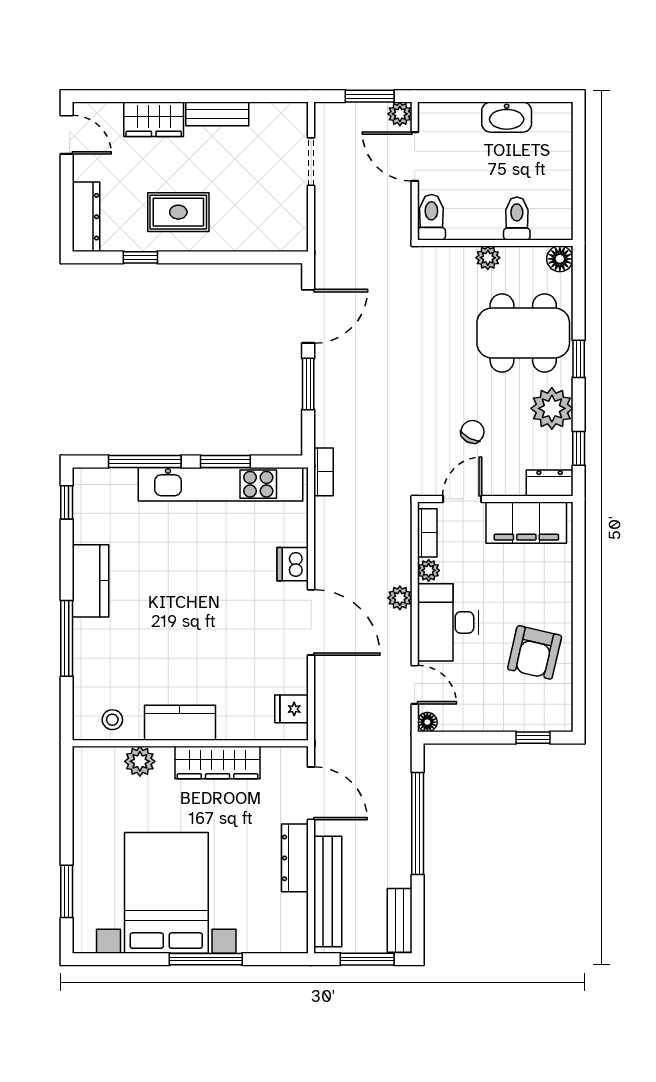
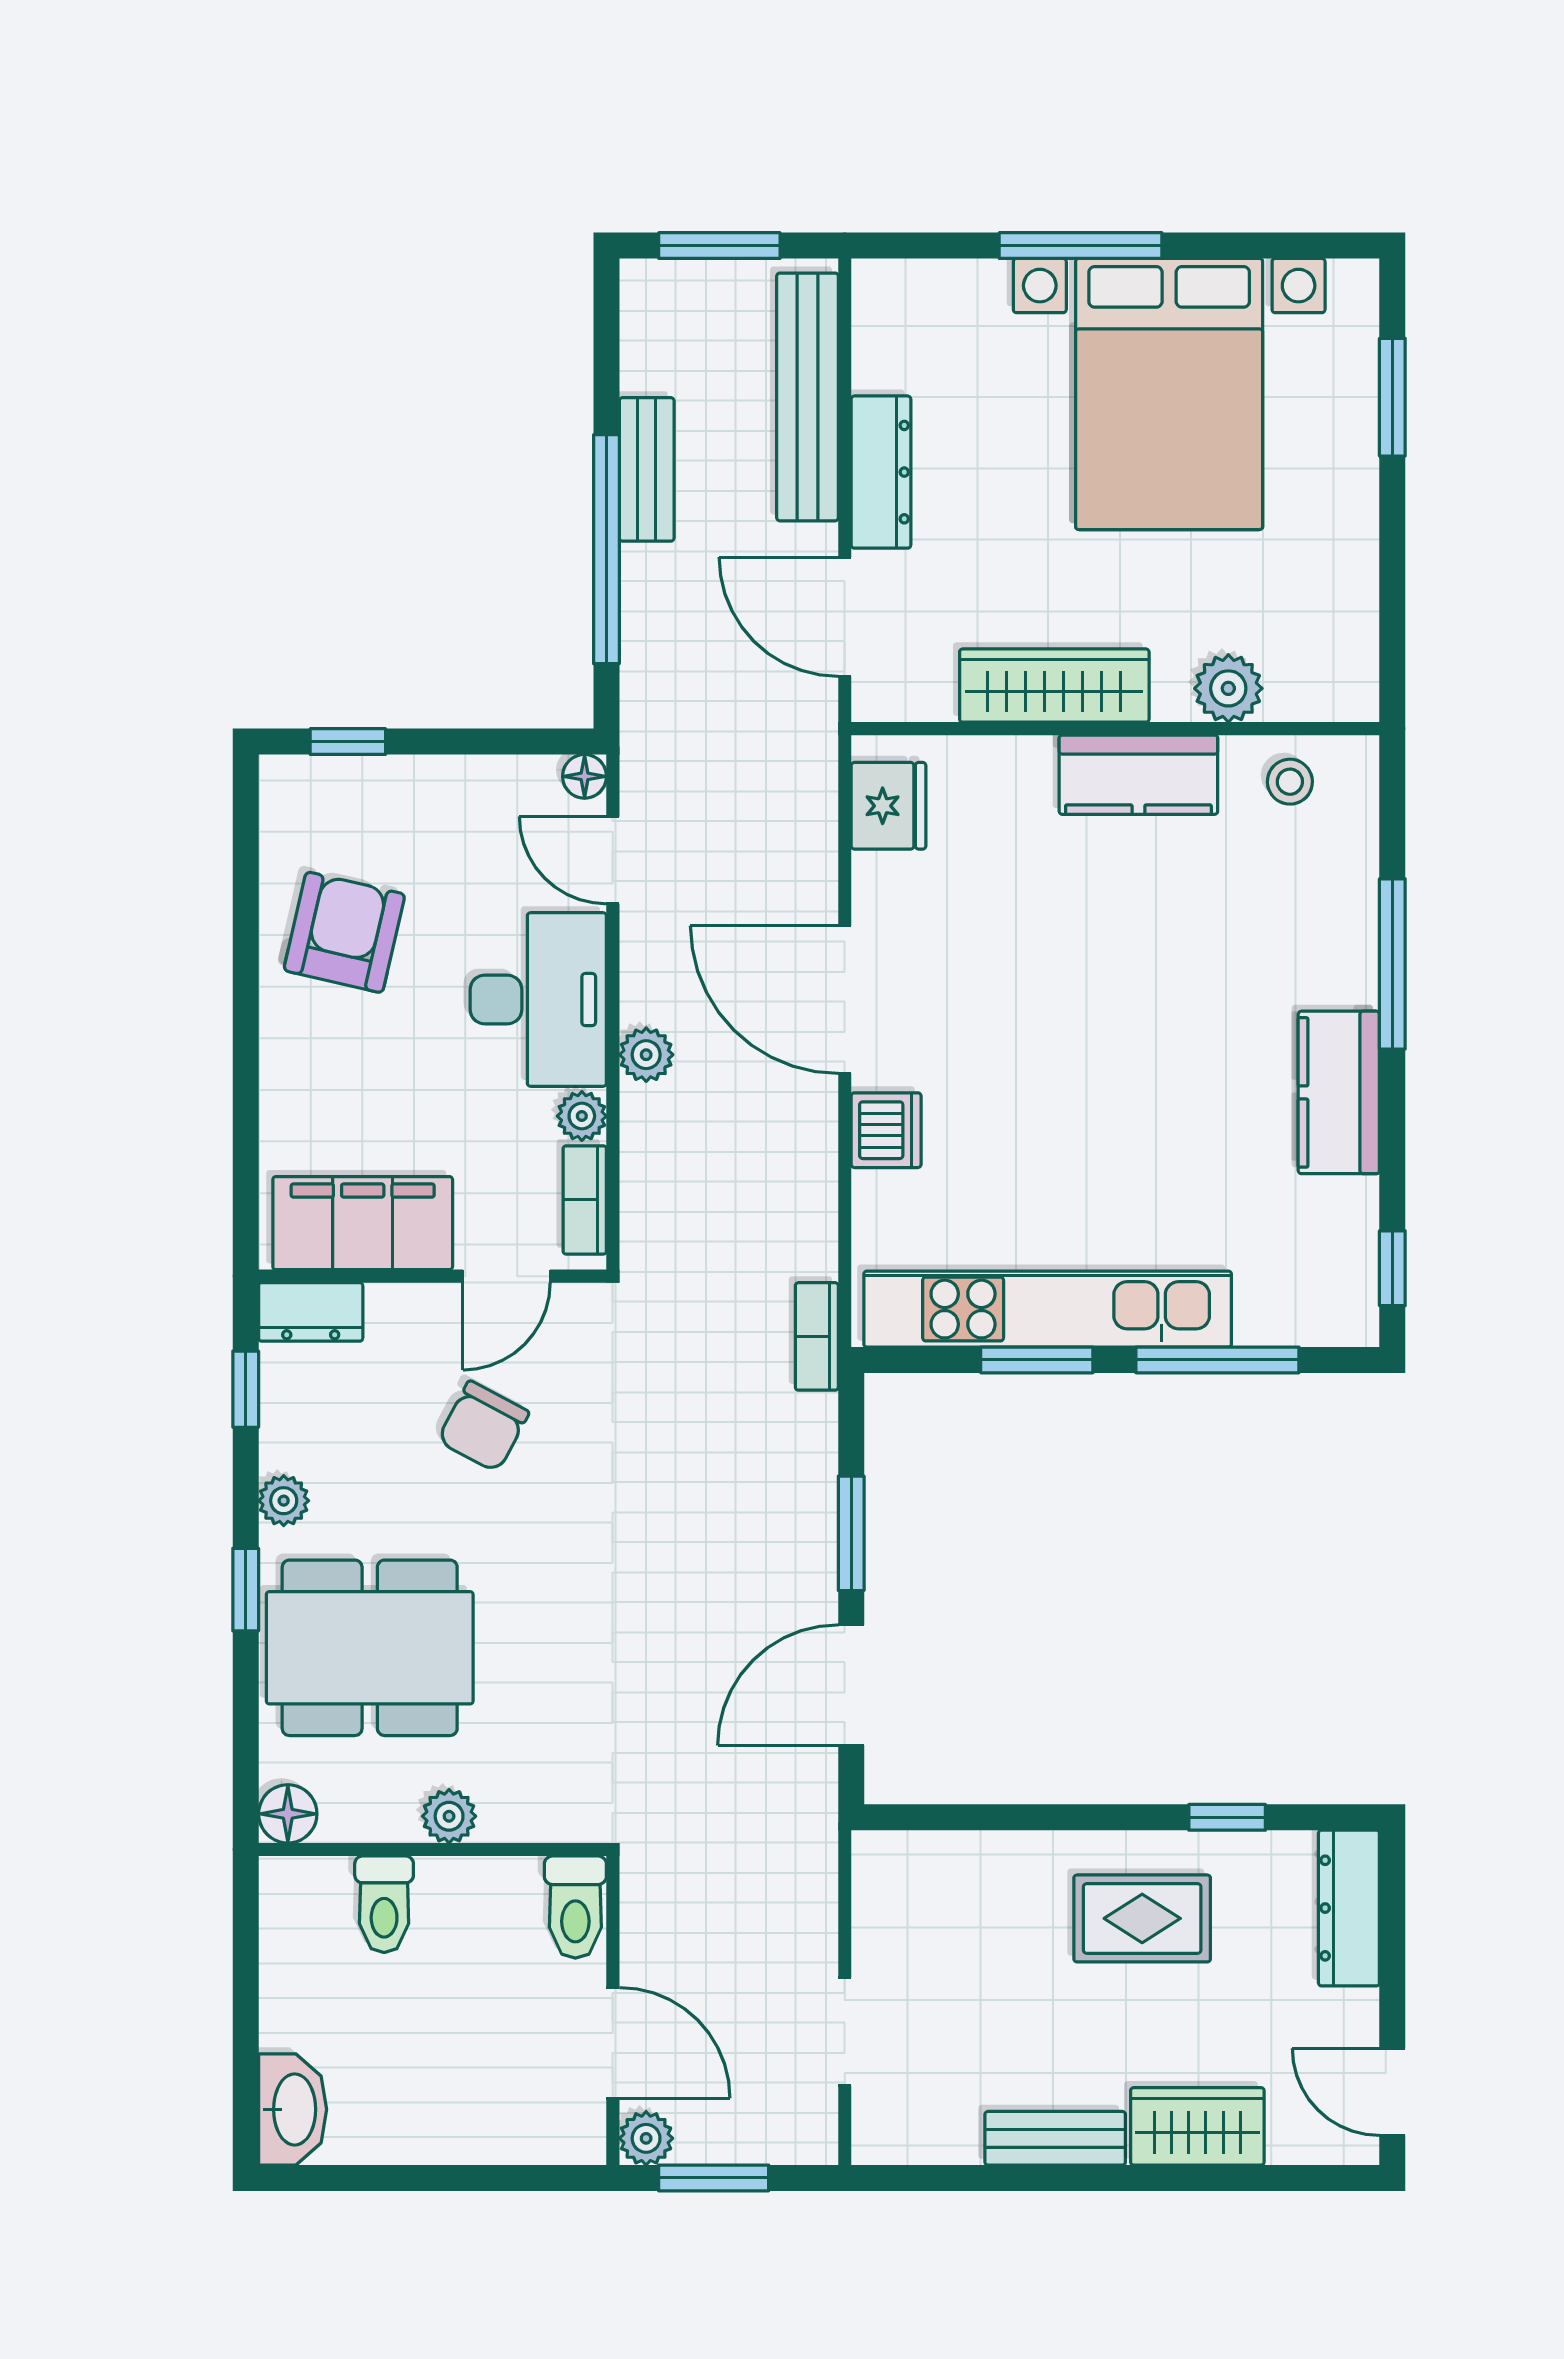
washbasin: (507, 117) -> (293, 2109), moved, turned 90
plant: (552, 408) -> (284, 1501), width x0.53, depth x0.53
chair: (473, 432) -> (483, 1426), width x1.37, depth x1.37
fridge: (292, 709) -> (889, 806), width x1.38
bench: (400, 920) -> (647, 469), moved

